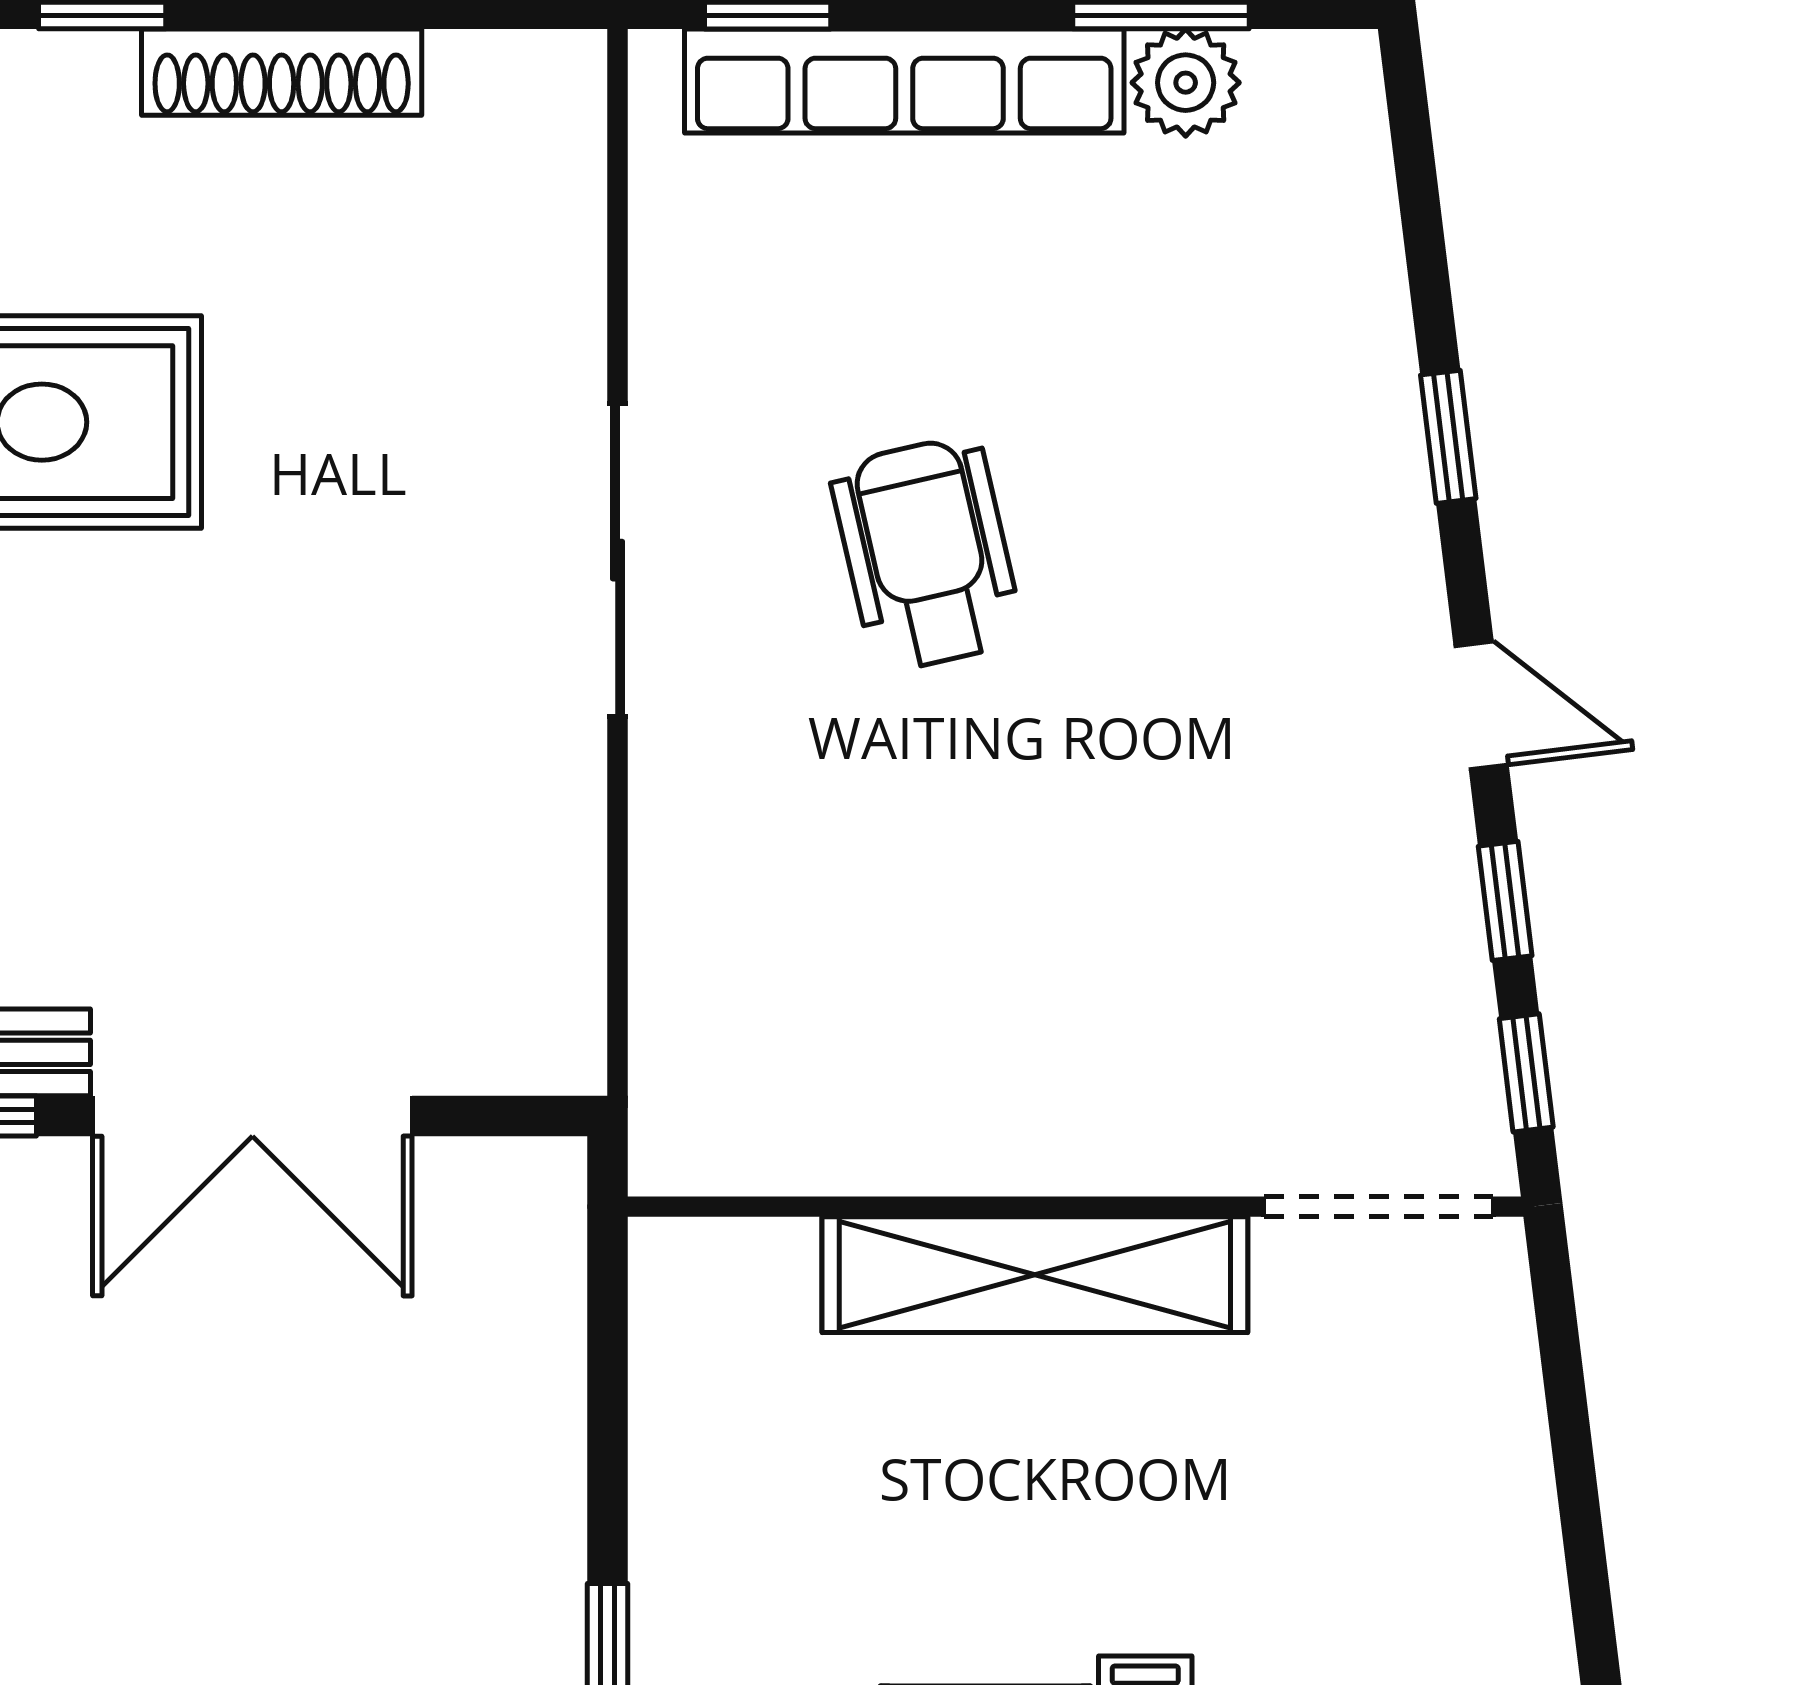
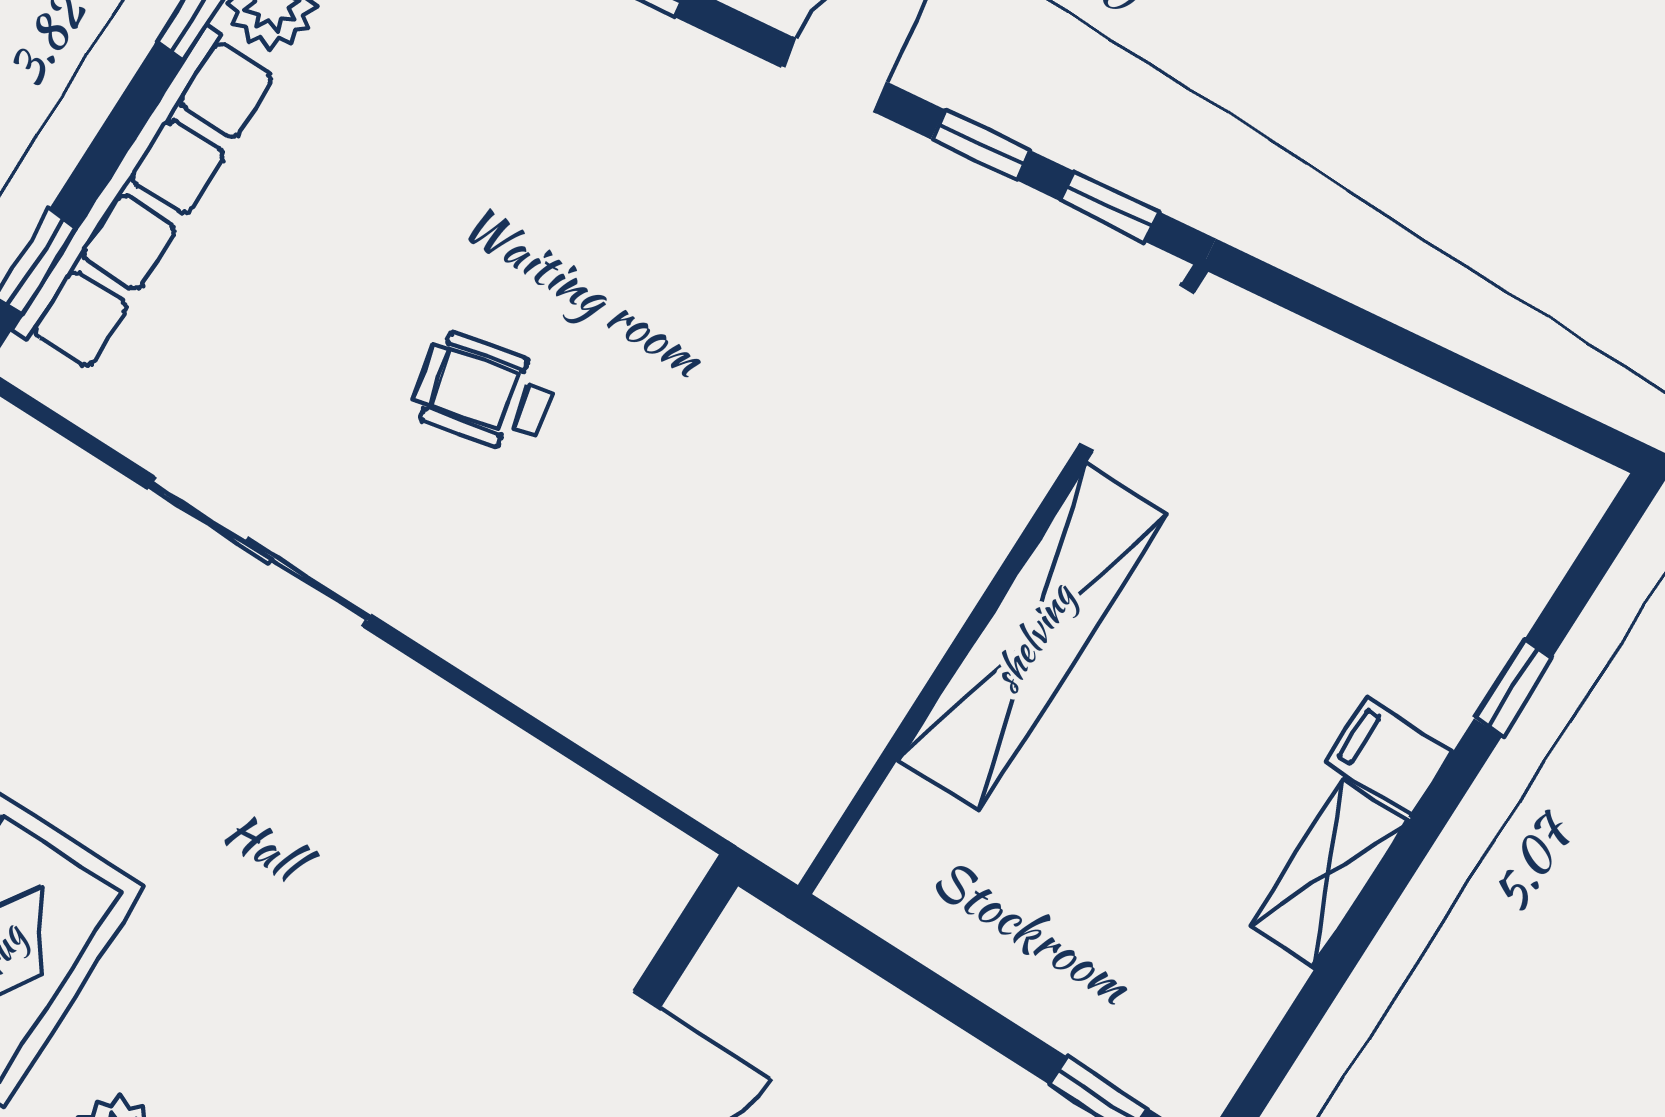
wheelchair: (927, 554) -> (484, 393), width x0.73, depth x0.73
sliding door: (618, 560) -> (259, 551), moved

